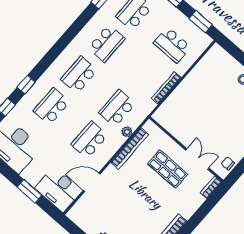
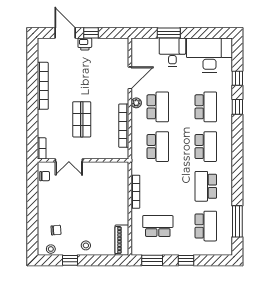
piano: (211, 59) -> (122, 240), added
plant: (127, 132) -> (136, 103), moved
shop shelf: (168, 169) -> (82, 119), moved, turned 90
desk: (58, 189) -> (172, 52), moved, width x0.73

